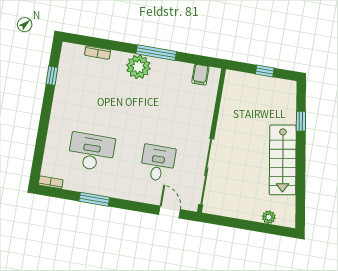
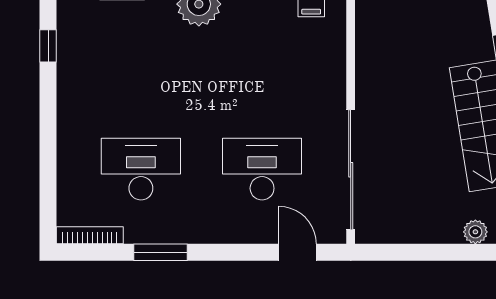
desk: (158, 163) -> (262, 169), width x1.37
bookcase: (51, 182) -> (90, 235), width x1.56

